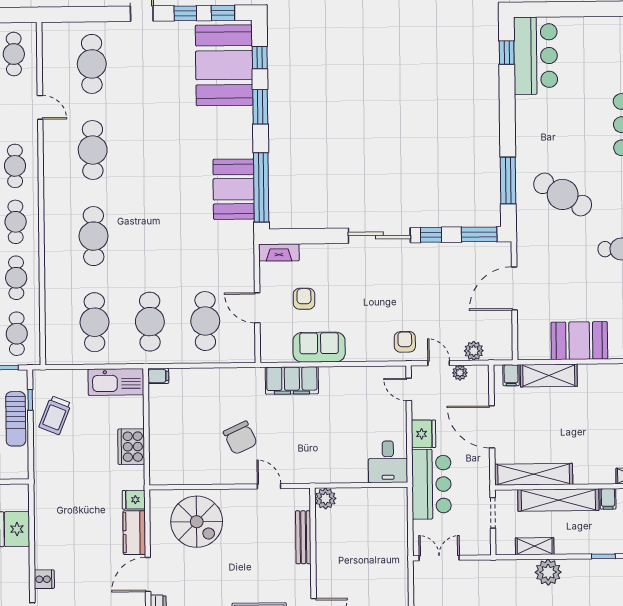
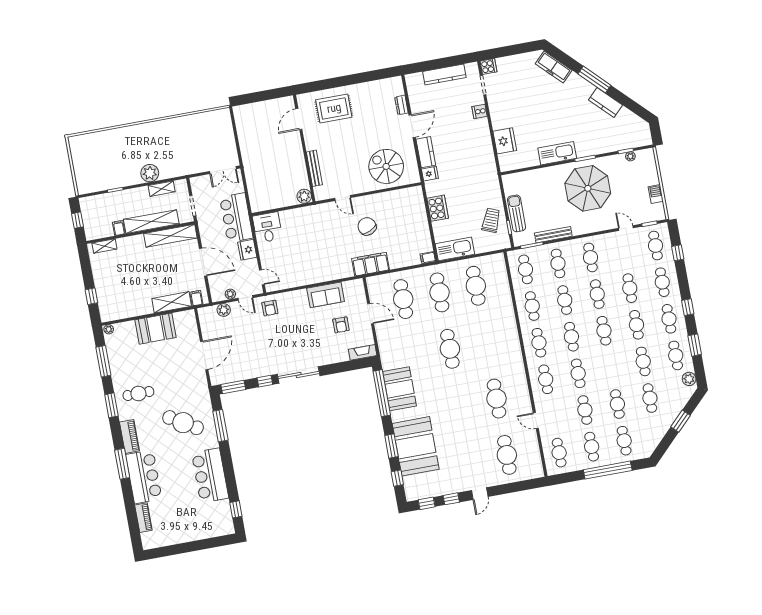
bar counter: (536, 56) -> (210, 475), moved
booth: (224, 65) -> (416, 446), moved
cafe table: (94, 236) -> (450, 349), moved
filing cabinet: (292, 381) -> (371, 264), moved

